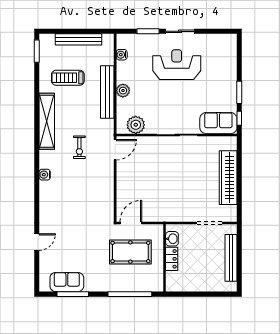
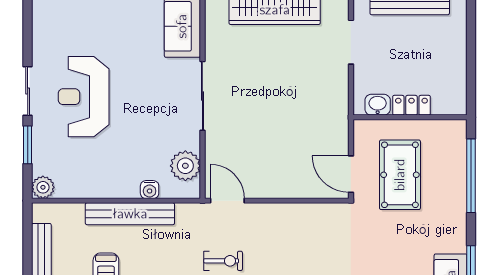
water cooler: (122, 55) -> (150, 190), moved
plant: (123, 91) -> (43, 187), moved

